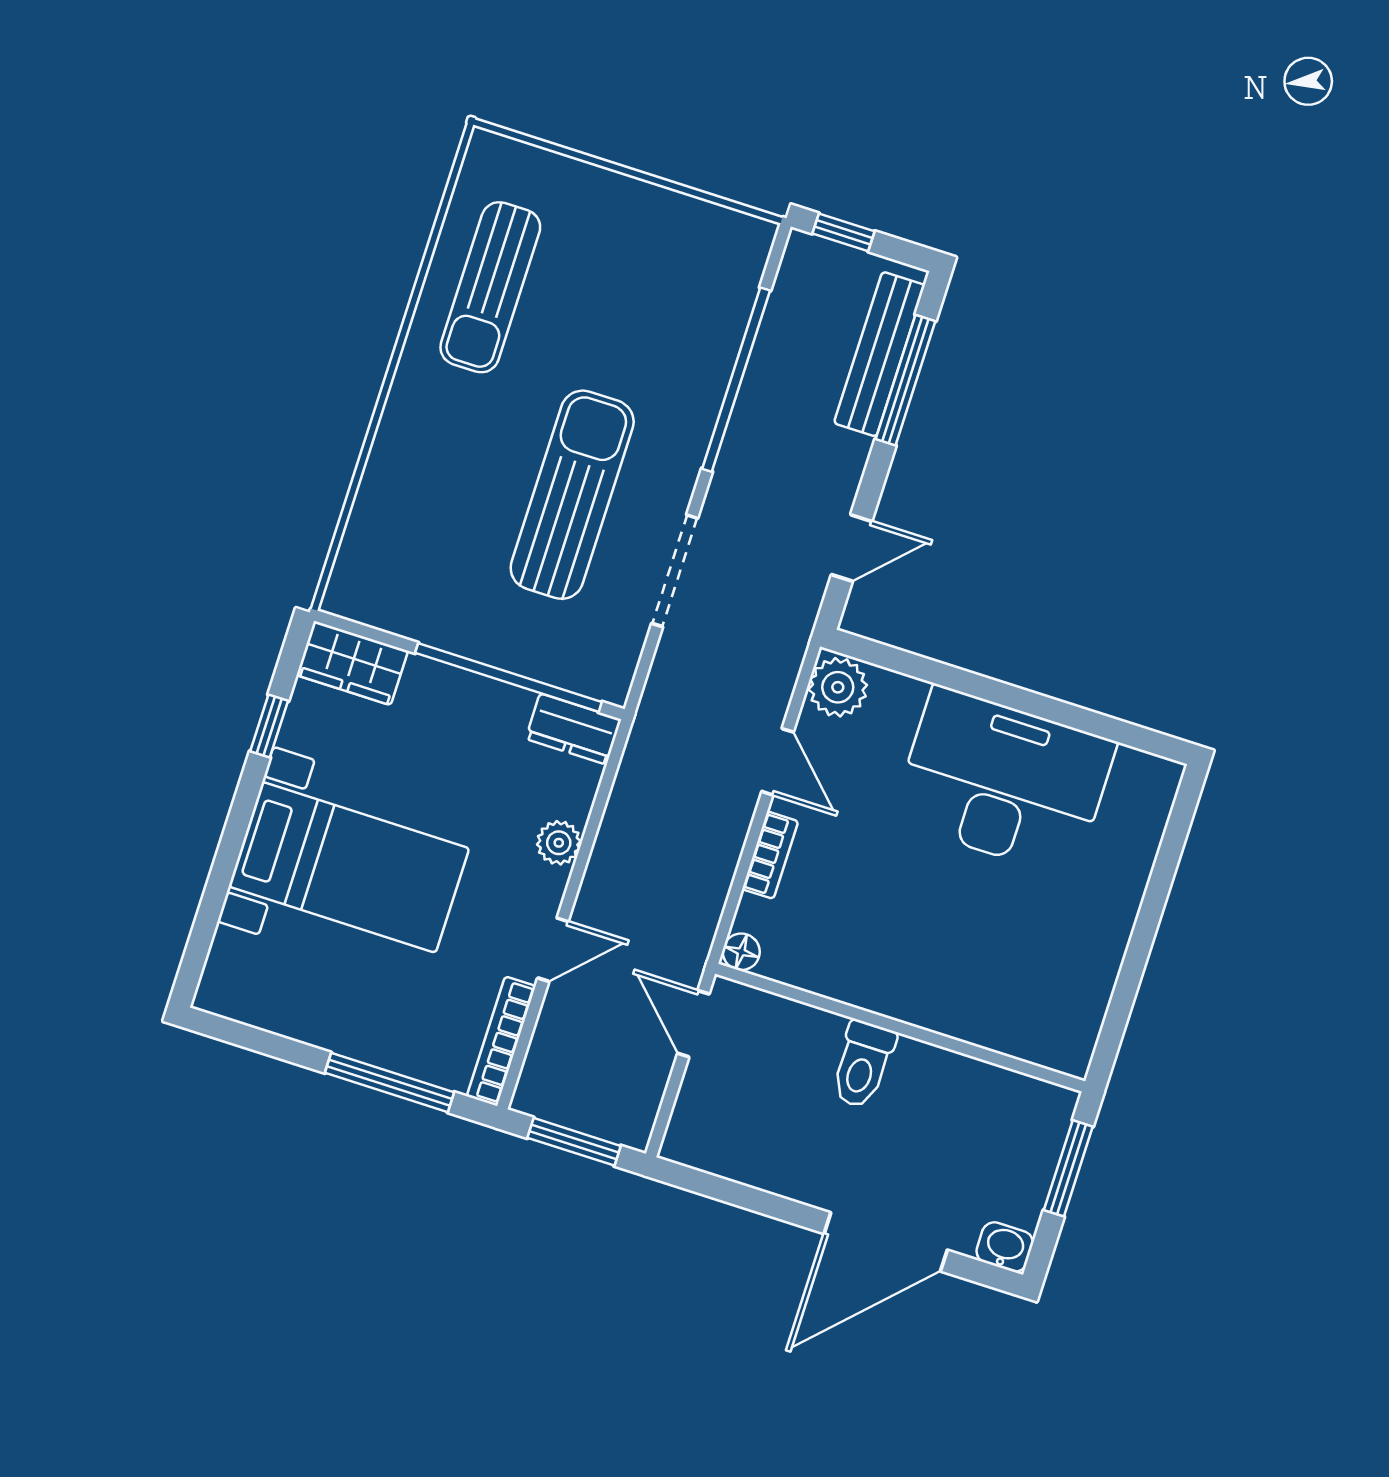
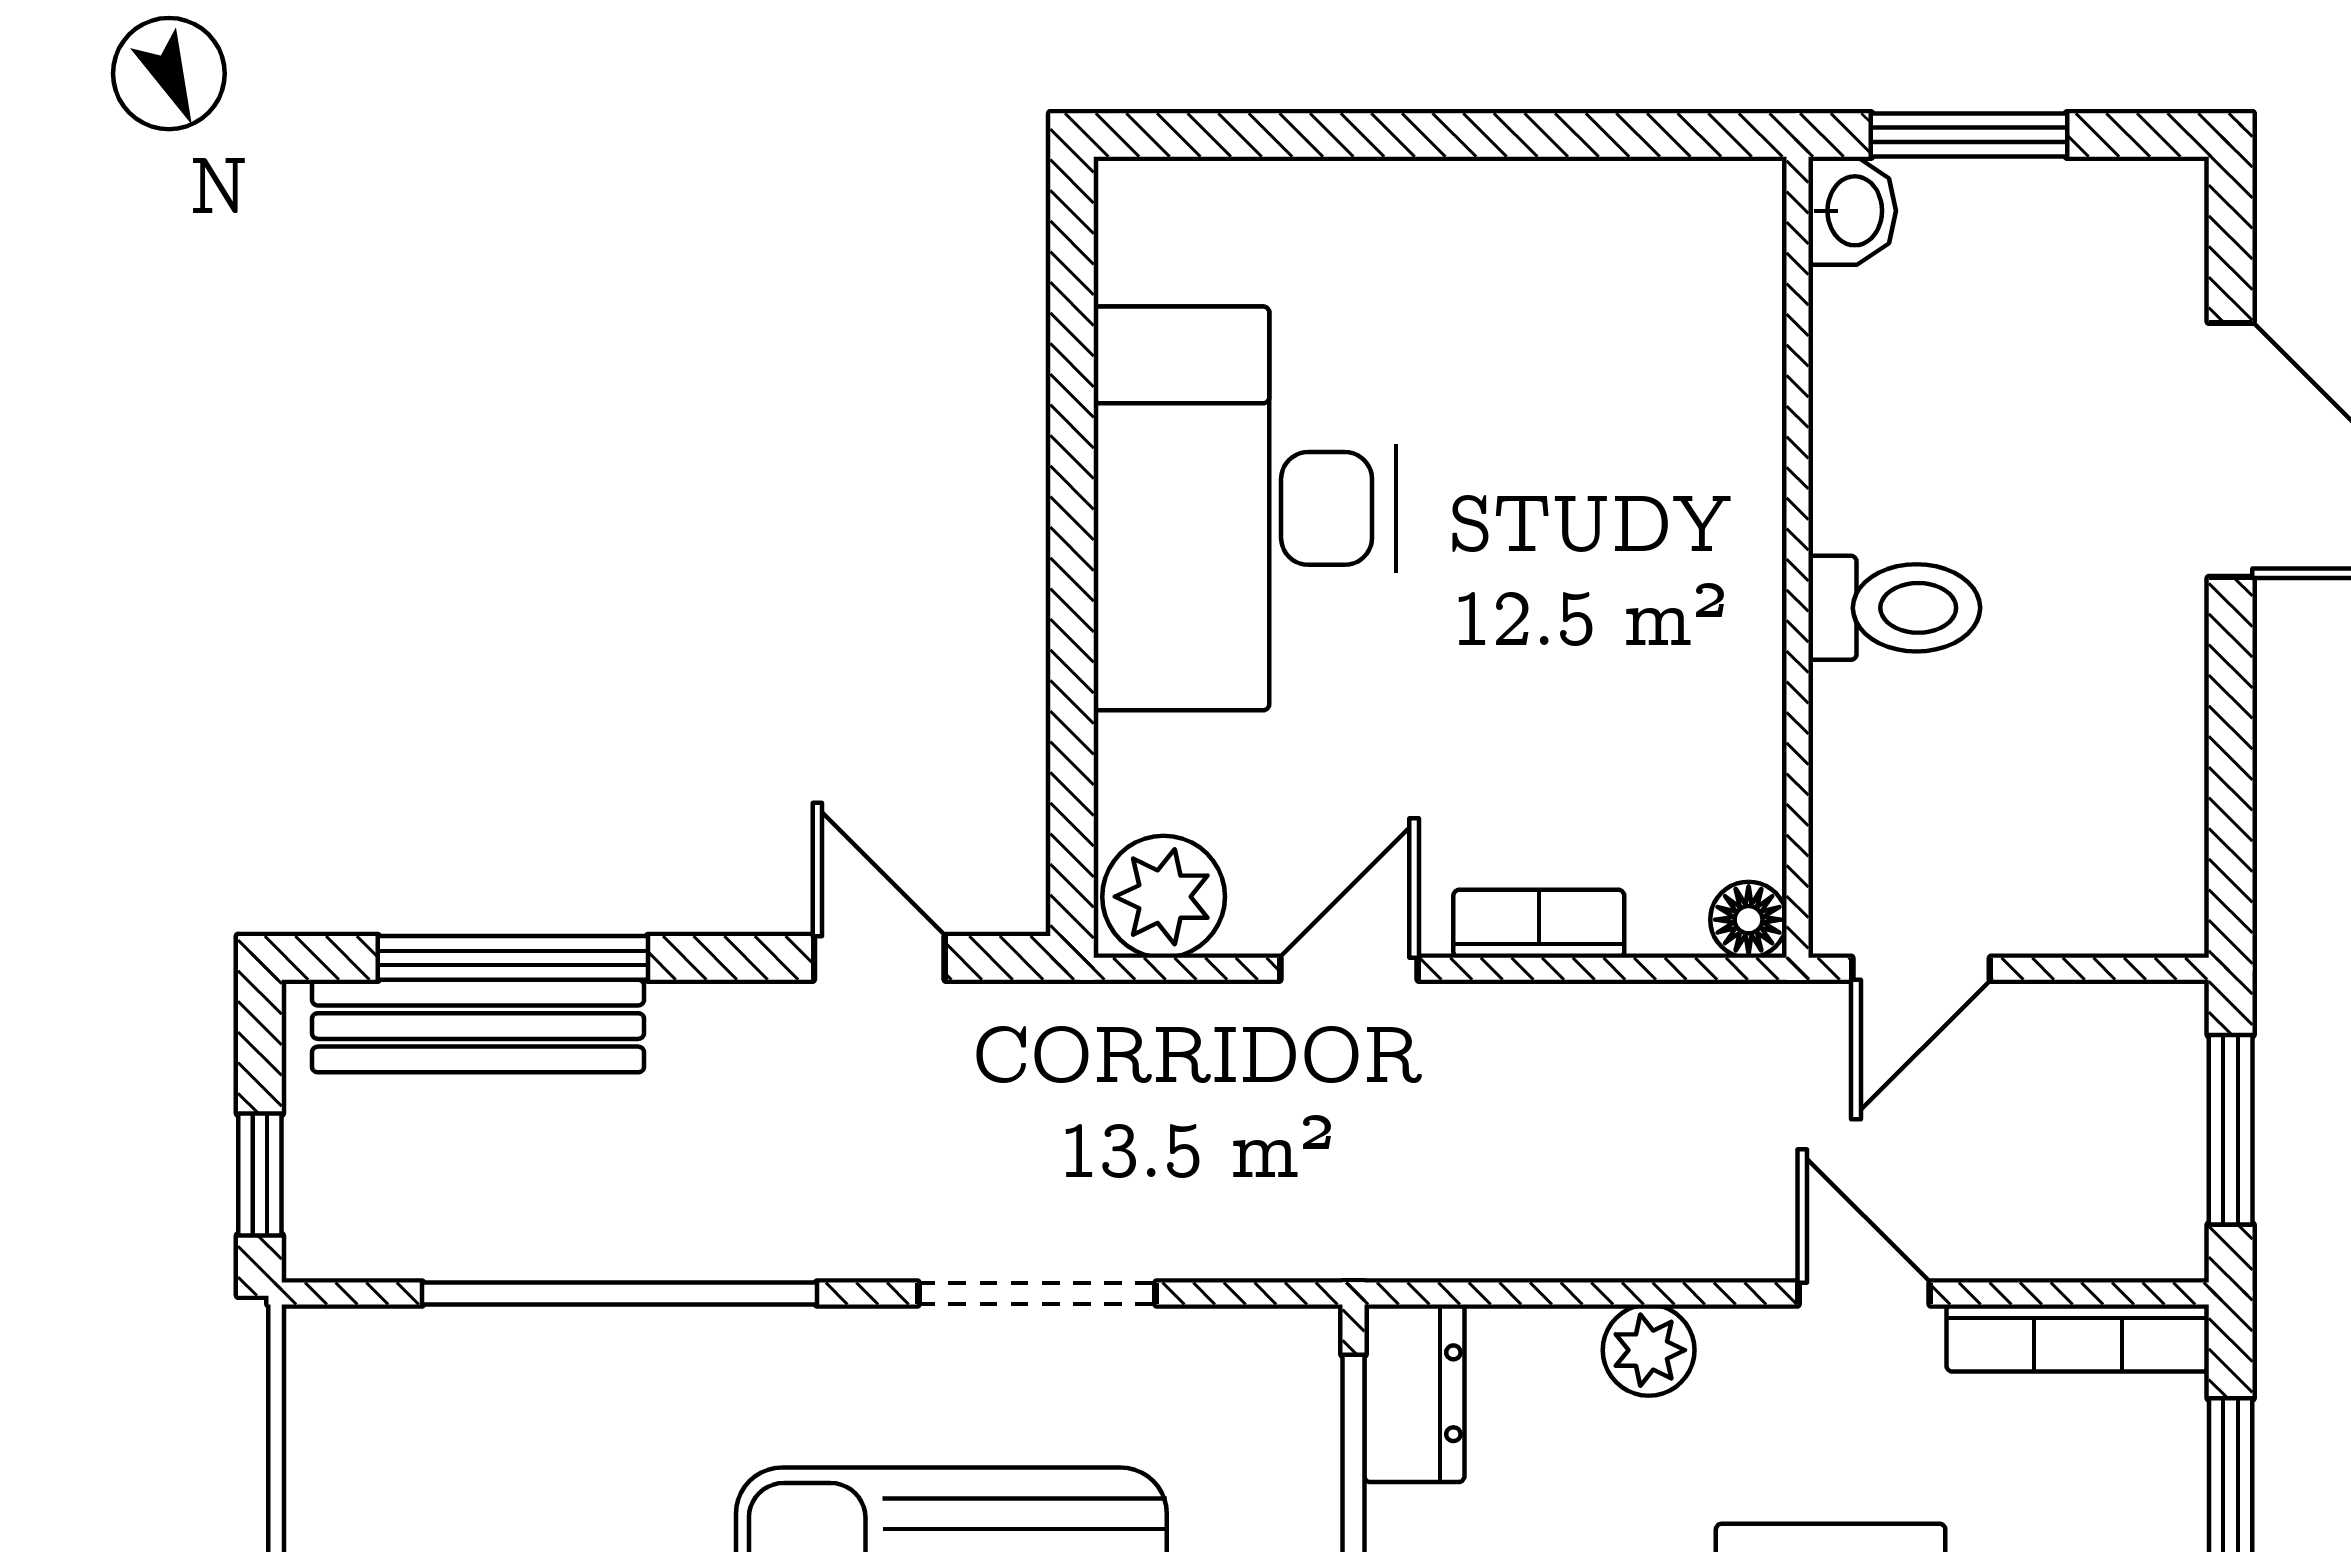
washbasin: (1005, 1247) -> (1852, 211), moved, turned 180

